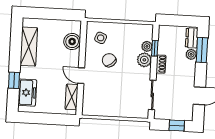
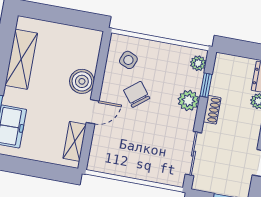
boiler: (72, 41) -> (82, 81), moved
plant: (147, 46) -> (198, 63), moved
door: (81, 76) -> (93, 112), swing flipped

